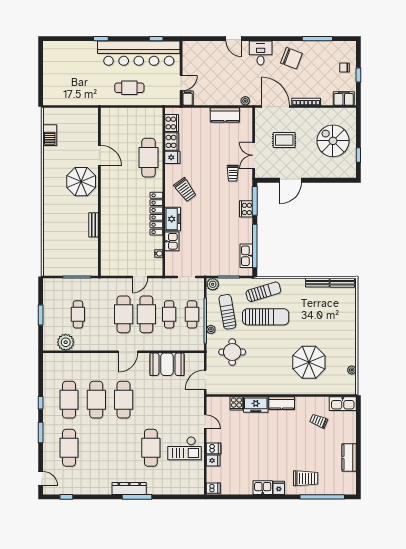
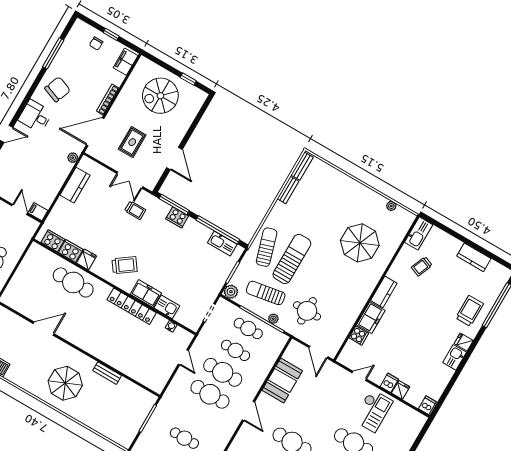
parasol: (81, 182) -> (65, 383), moved

